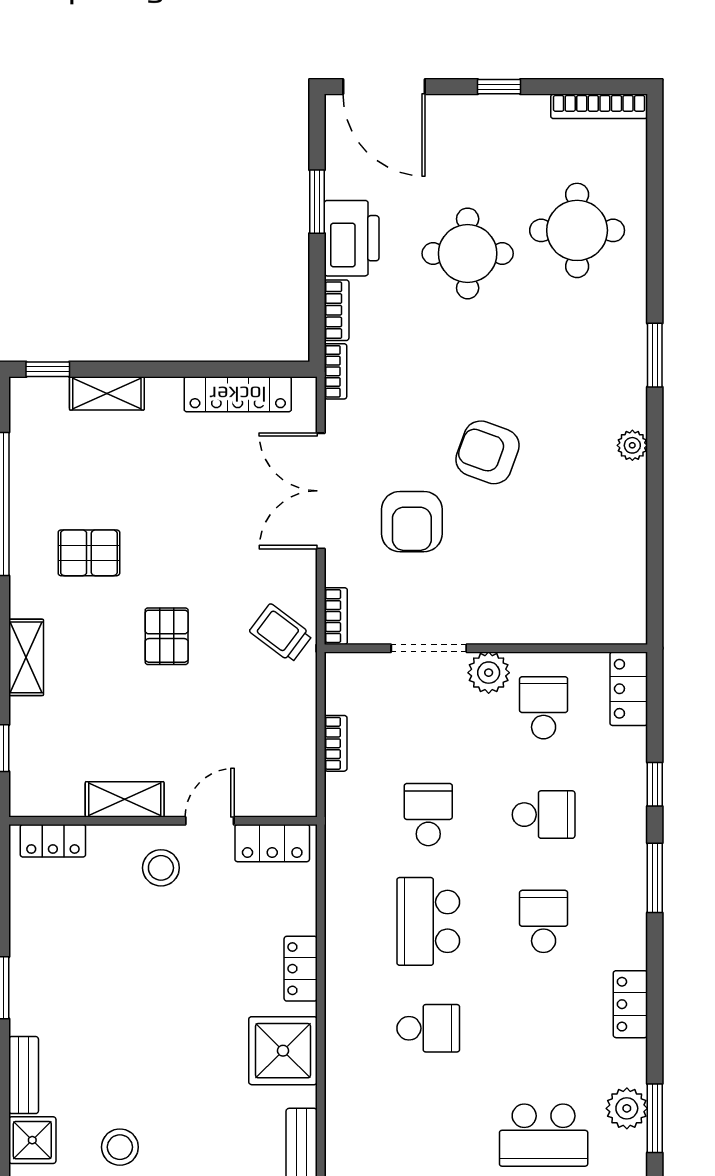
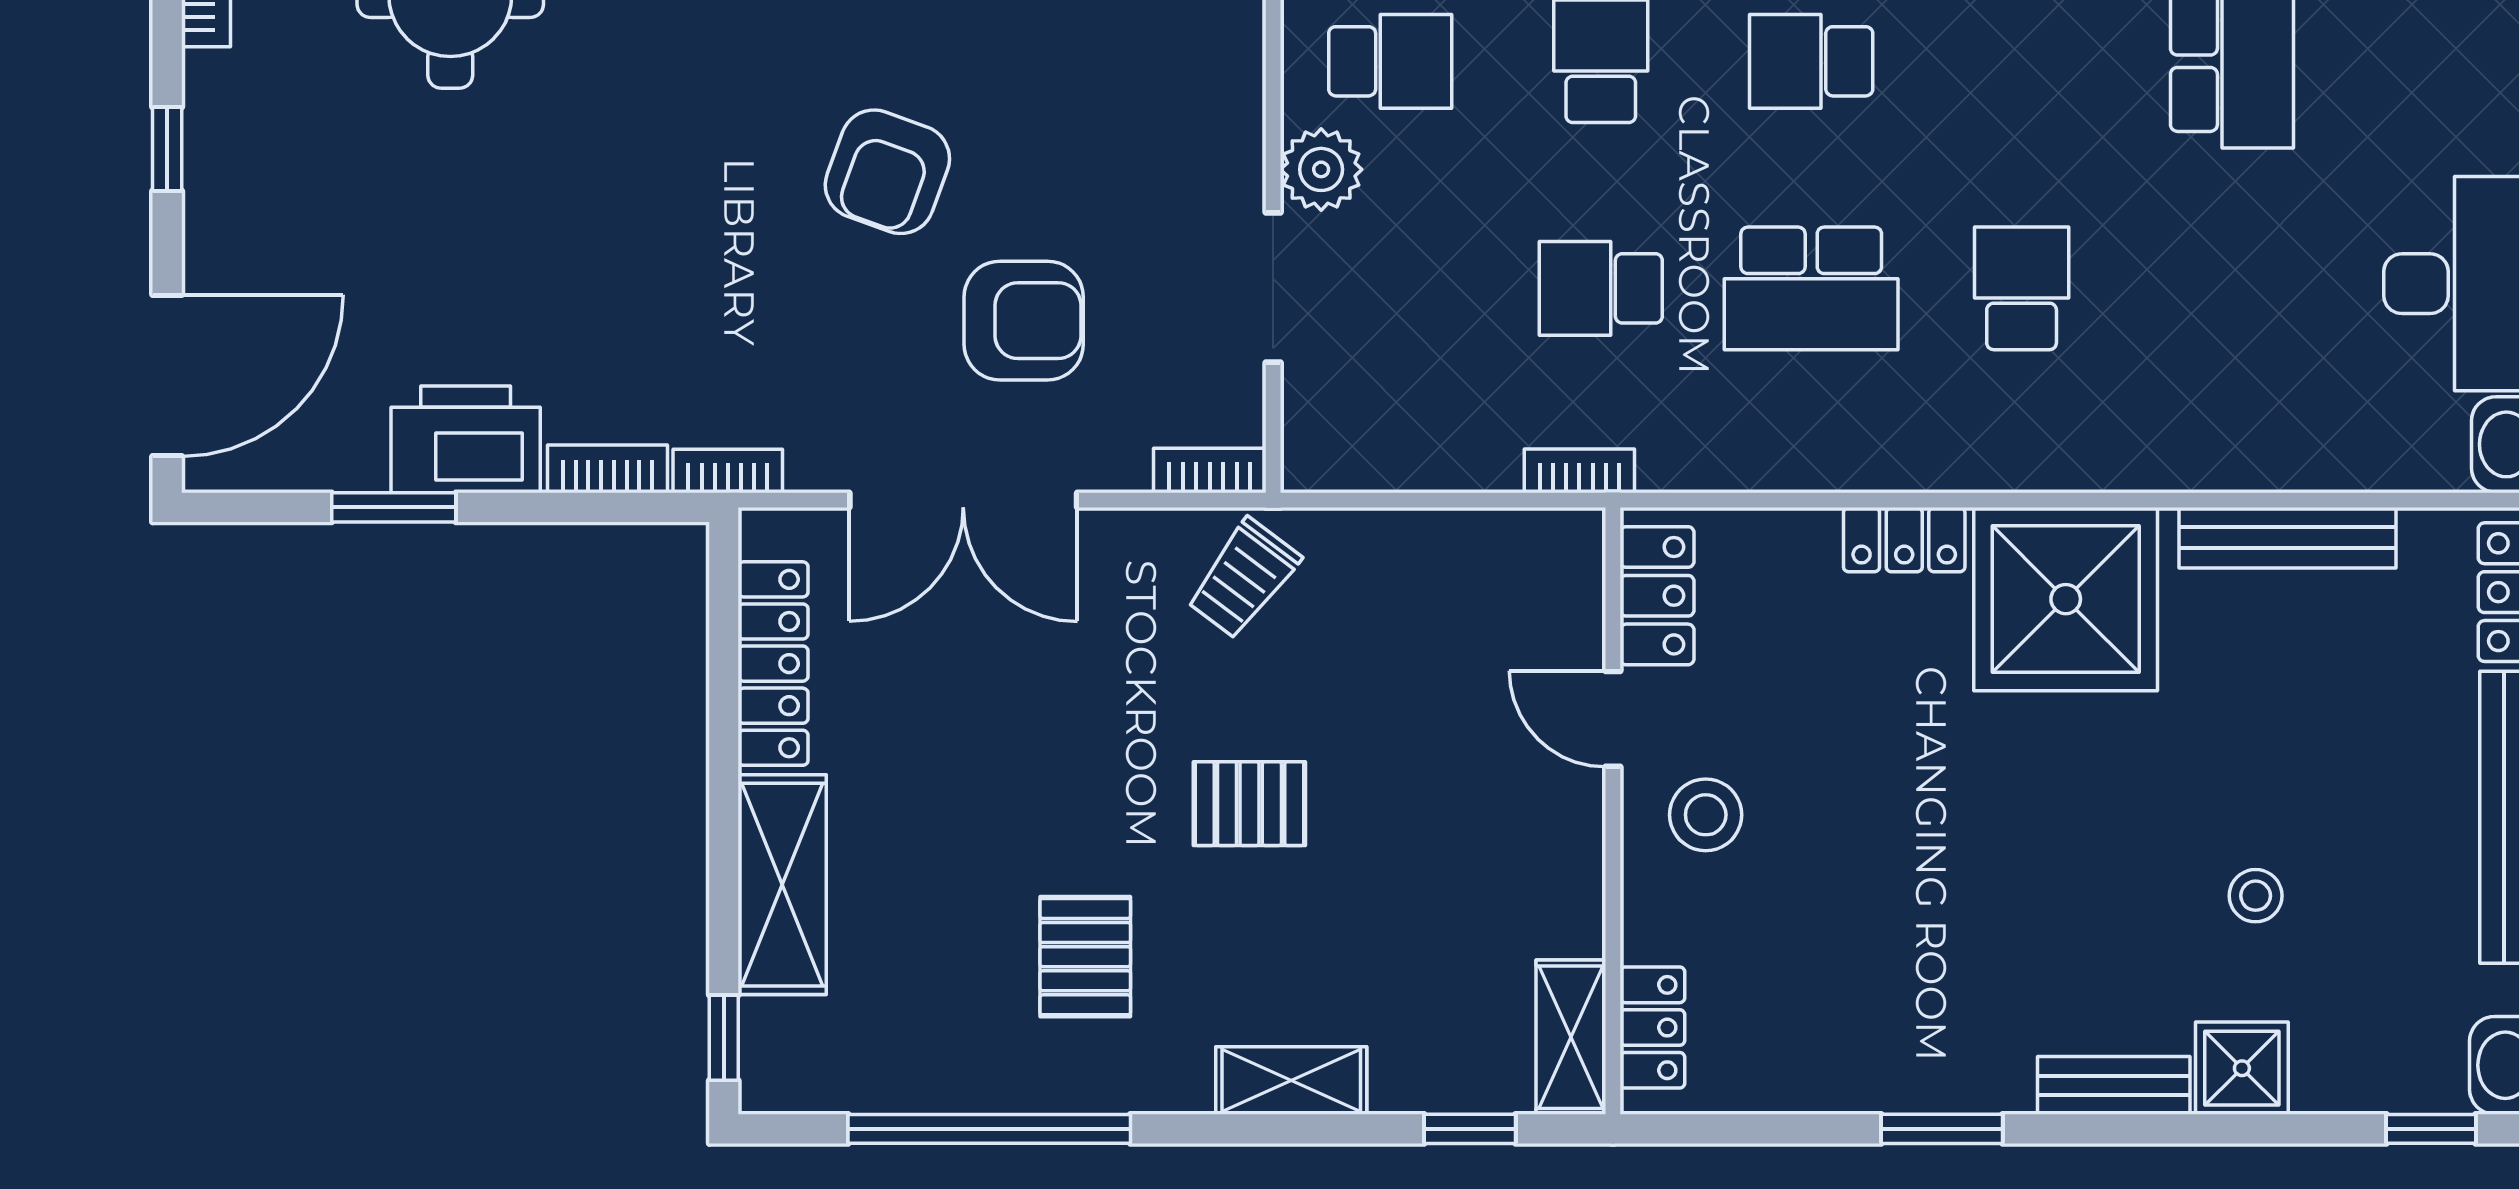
round table: (468, 253) -> (496, 211), removed
shelving: (107, 393) -> (782, 885), width x1.50, depth x1.33
school desk: (544, 708) -> (1390, 61), turned 180
bookcase: (336, 743) -> (1579, 471), moved
shelving: (125, 799) -> (1571, 1037), moved
shower: (283, 1051) -> (2066, 599), width x1.37, depth x1.37
stool: (120, 1147) -> (2256, 896), width x0.73, depth x0.73

